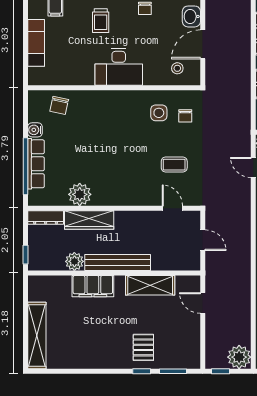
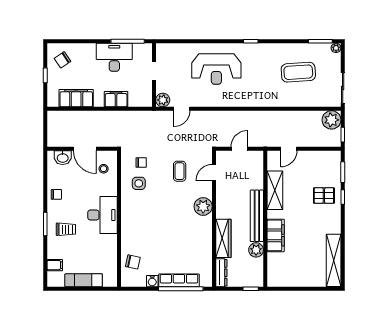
plant: (80, 194) -> (203, 206), moved
shelving: (37, 335) -> (334, 260), moved, turned 90

